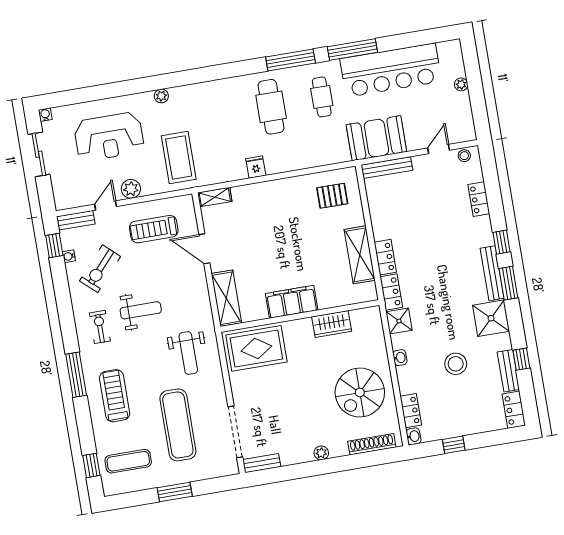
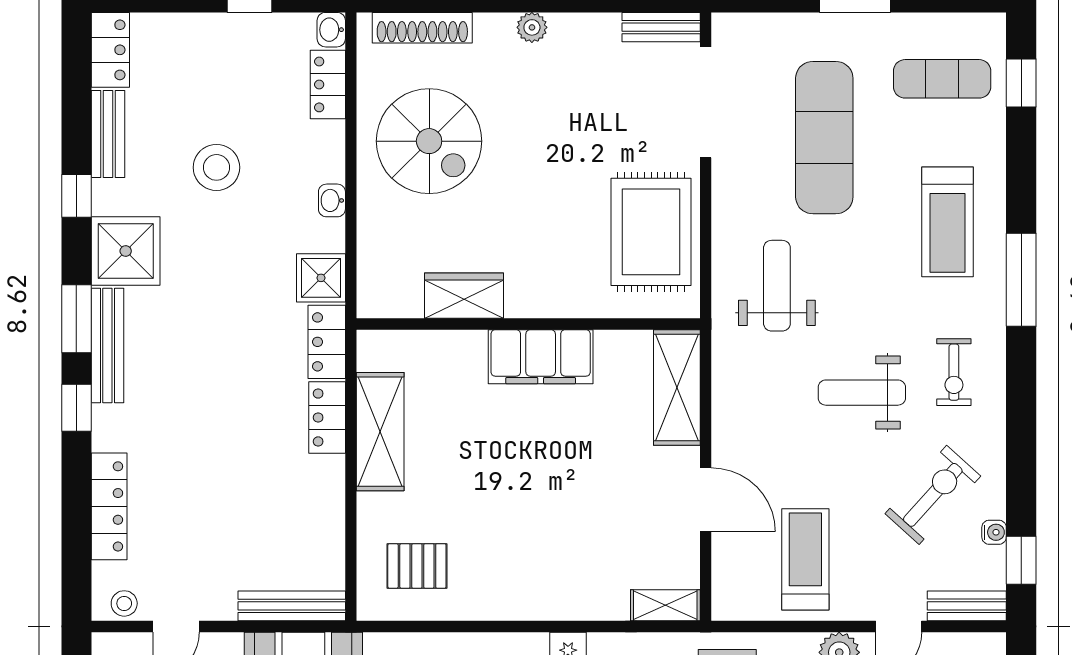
locker: (479, 199) -> (109, 506), width x1.53
treadmill: (154, 229) -> (805, 559), turned -90
rug: (256, 348) -> (651, 232), moved, turned 90
window: (521, 359) -> (76, 196), moved
spiral stairs: (360, 393) -> (429, 141), turned 90

